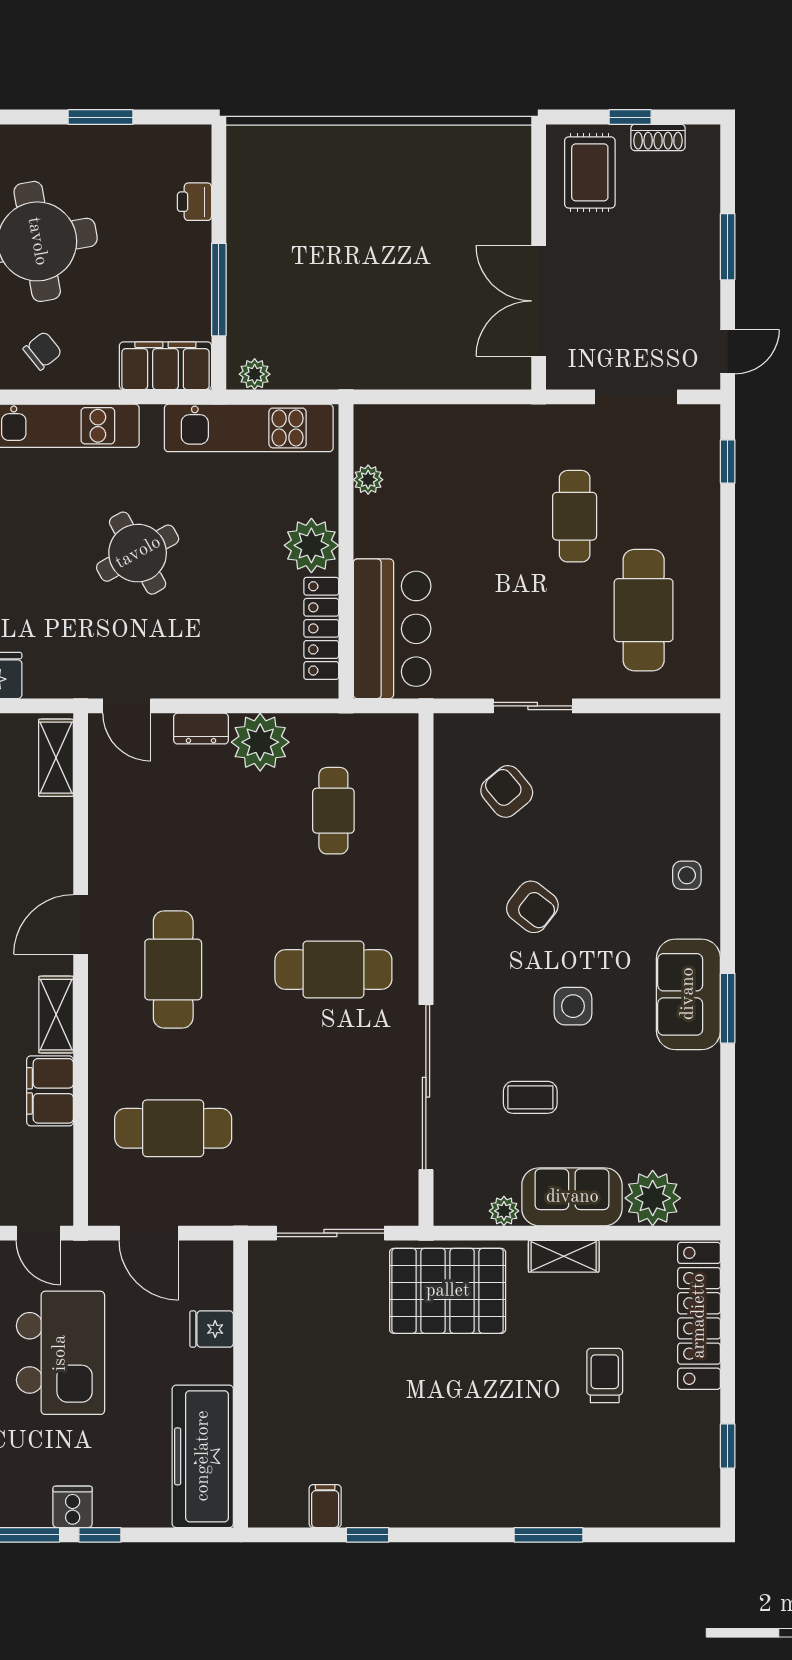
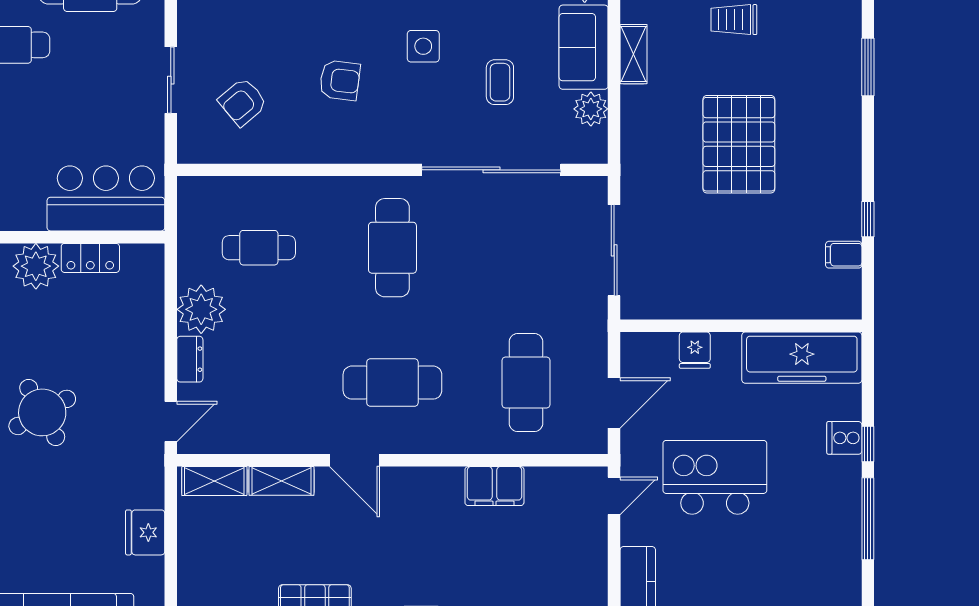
locker: (321, 628) -> (90, 258), width x0.66
armchair: (532, 907) -> (340, 80), turned 59
shelving: (56, 1015) -> (281, 481), moved
plant: (504, 1211) -> (591, 109), width x1.38, depth x1.38
pallet: (448, 1291) -> (739, 144), moved
cooker: (73, 1507) -> (844, 438), moved

